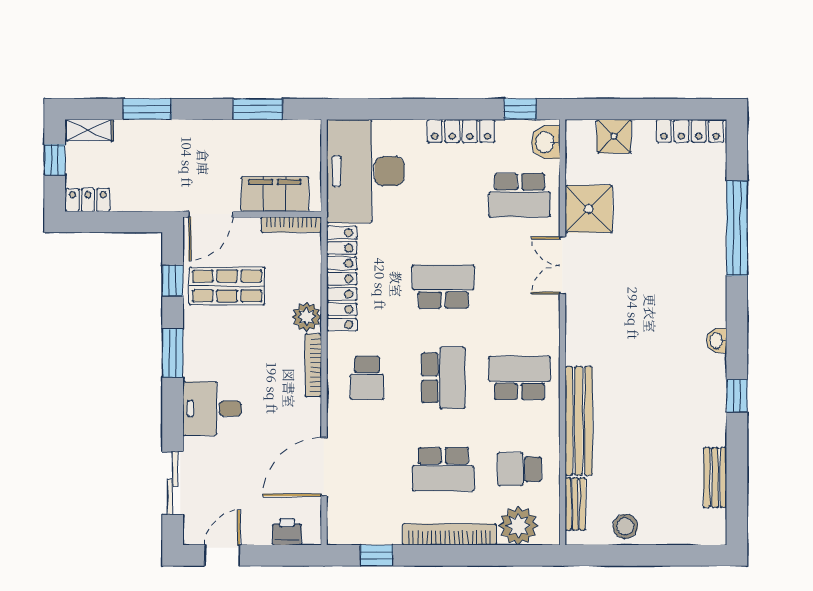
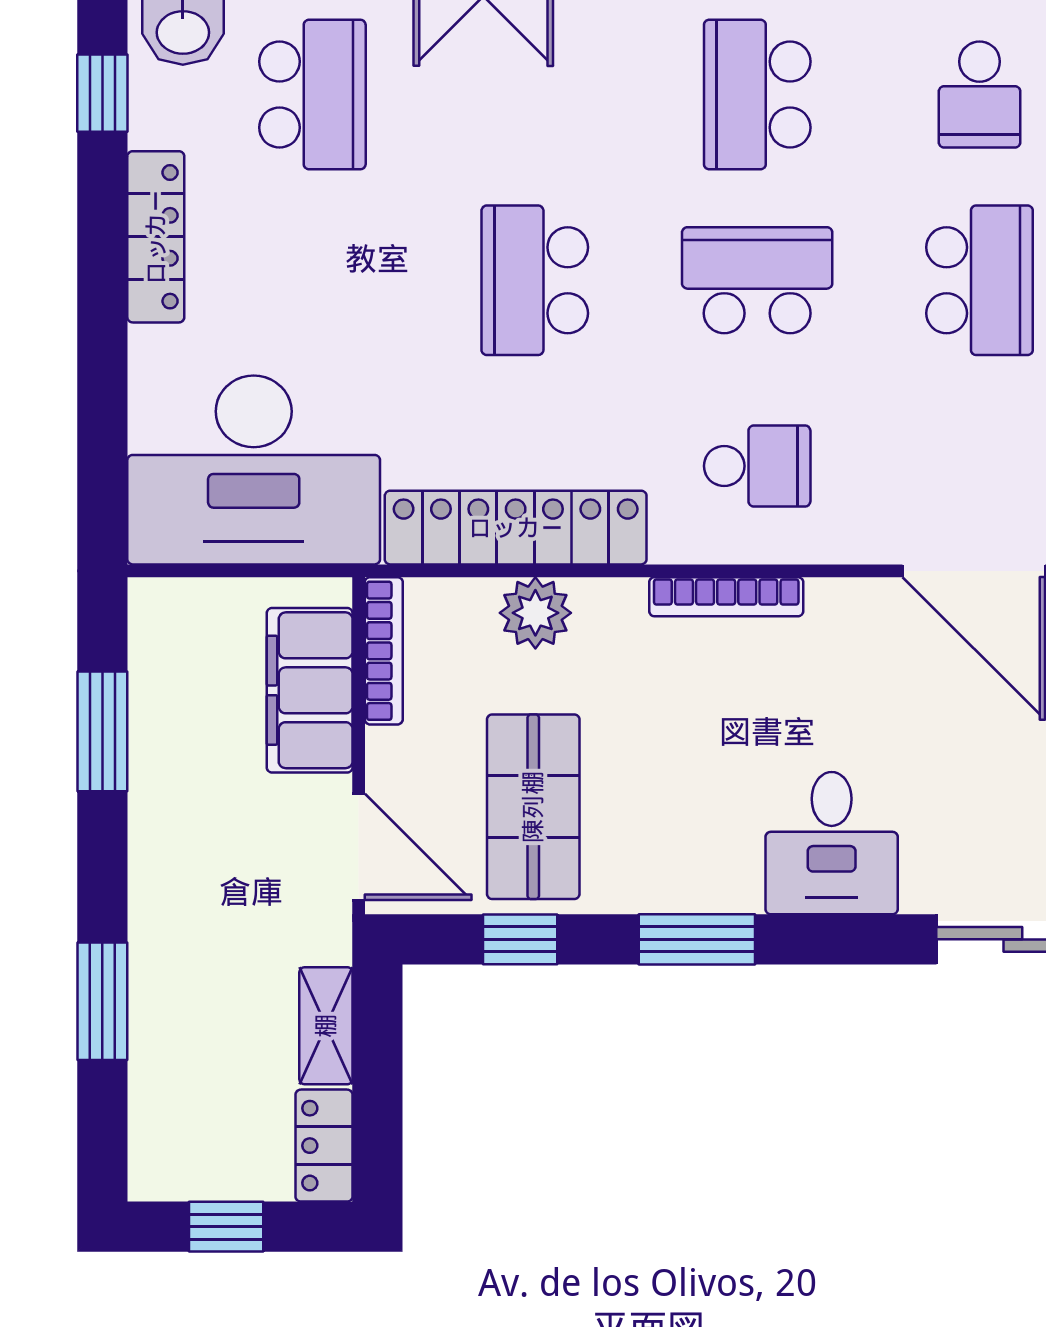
shelving: (89, 130) -> (326, 1026), moved
plant: (307, 317) -> (535, 613), moved

